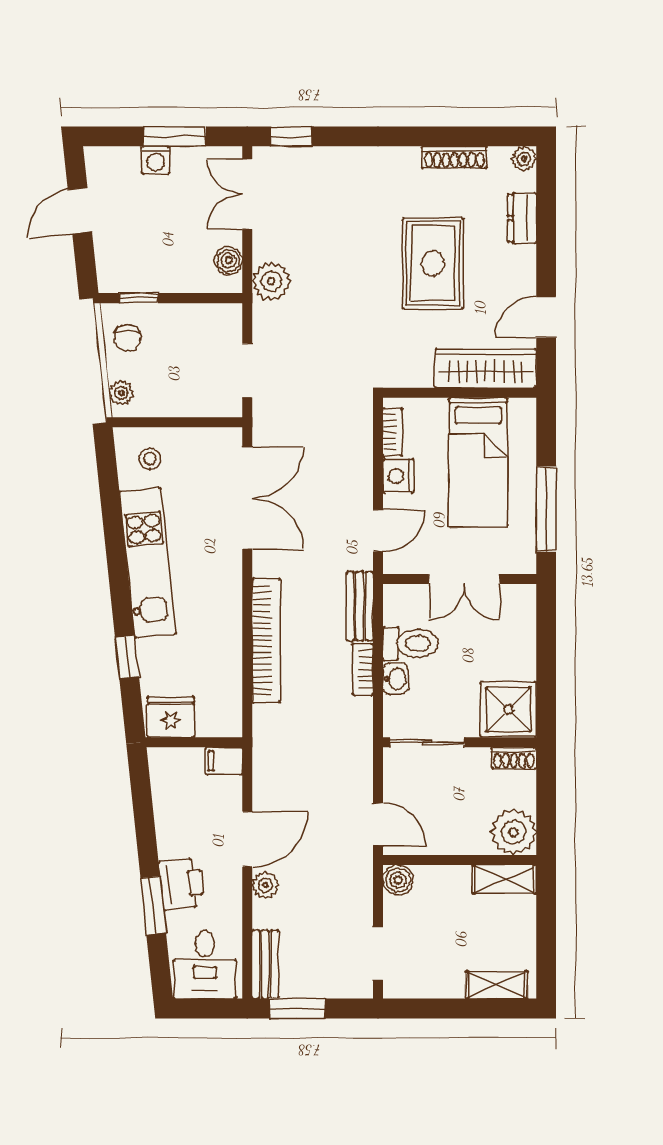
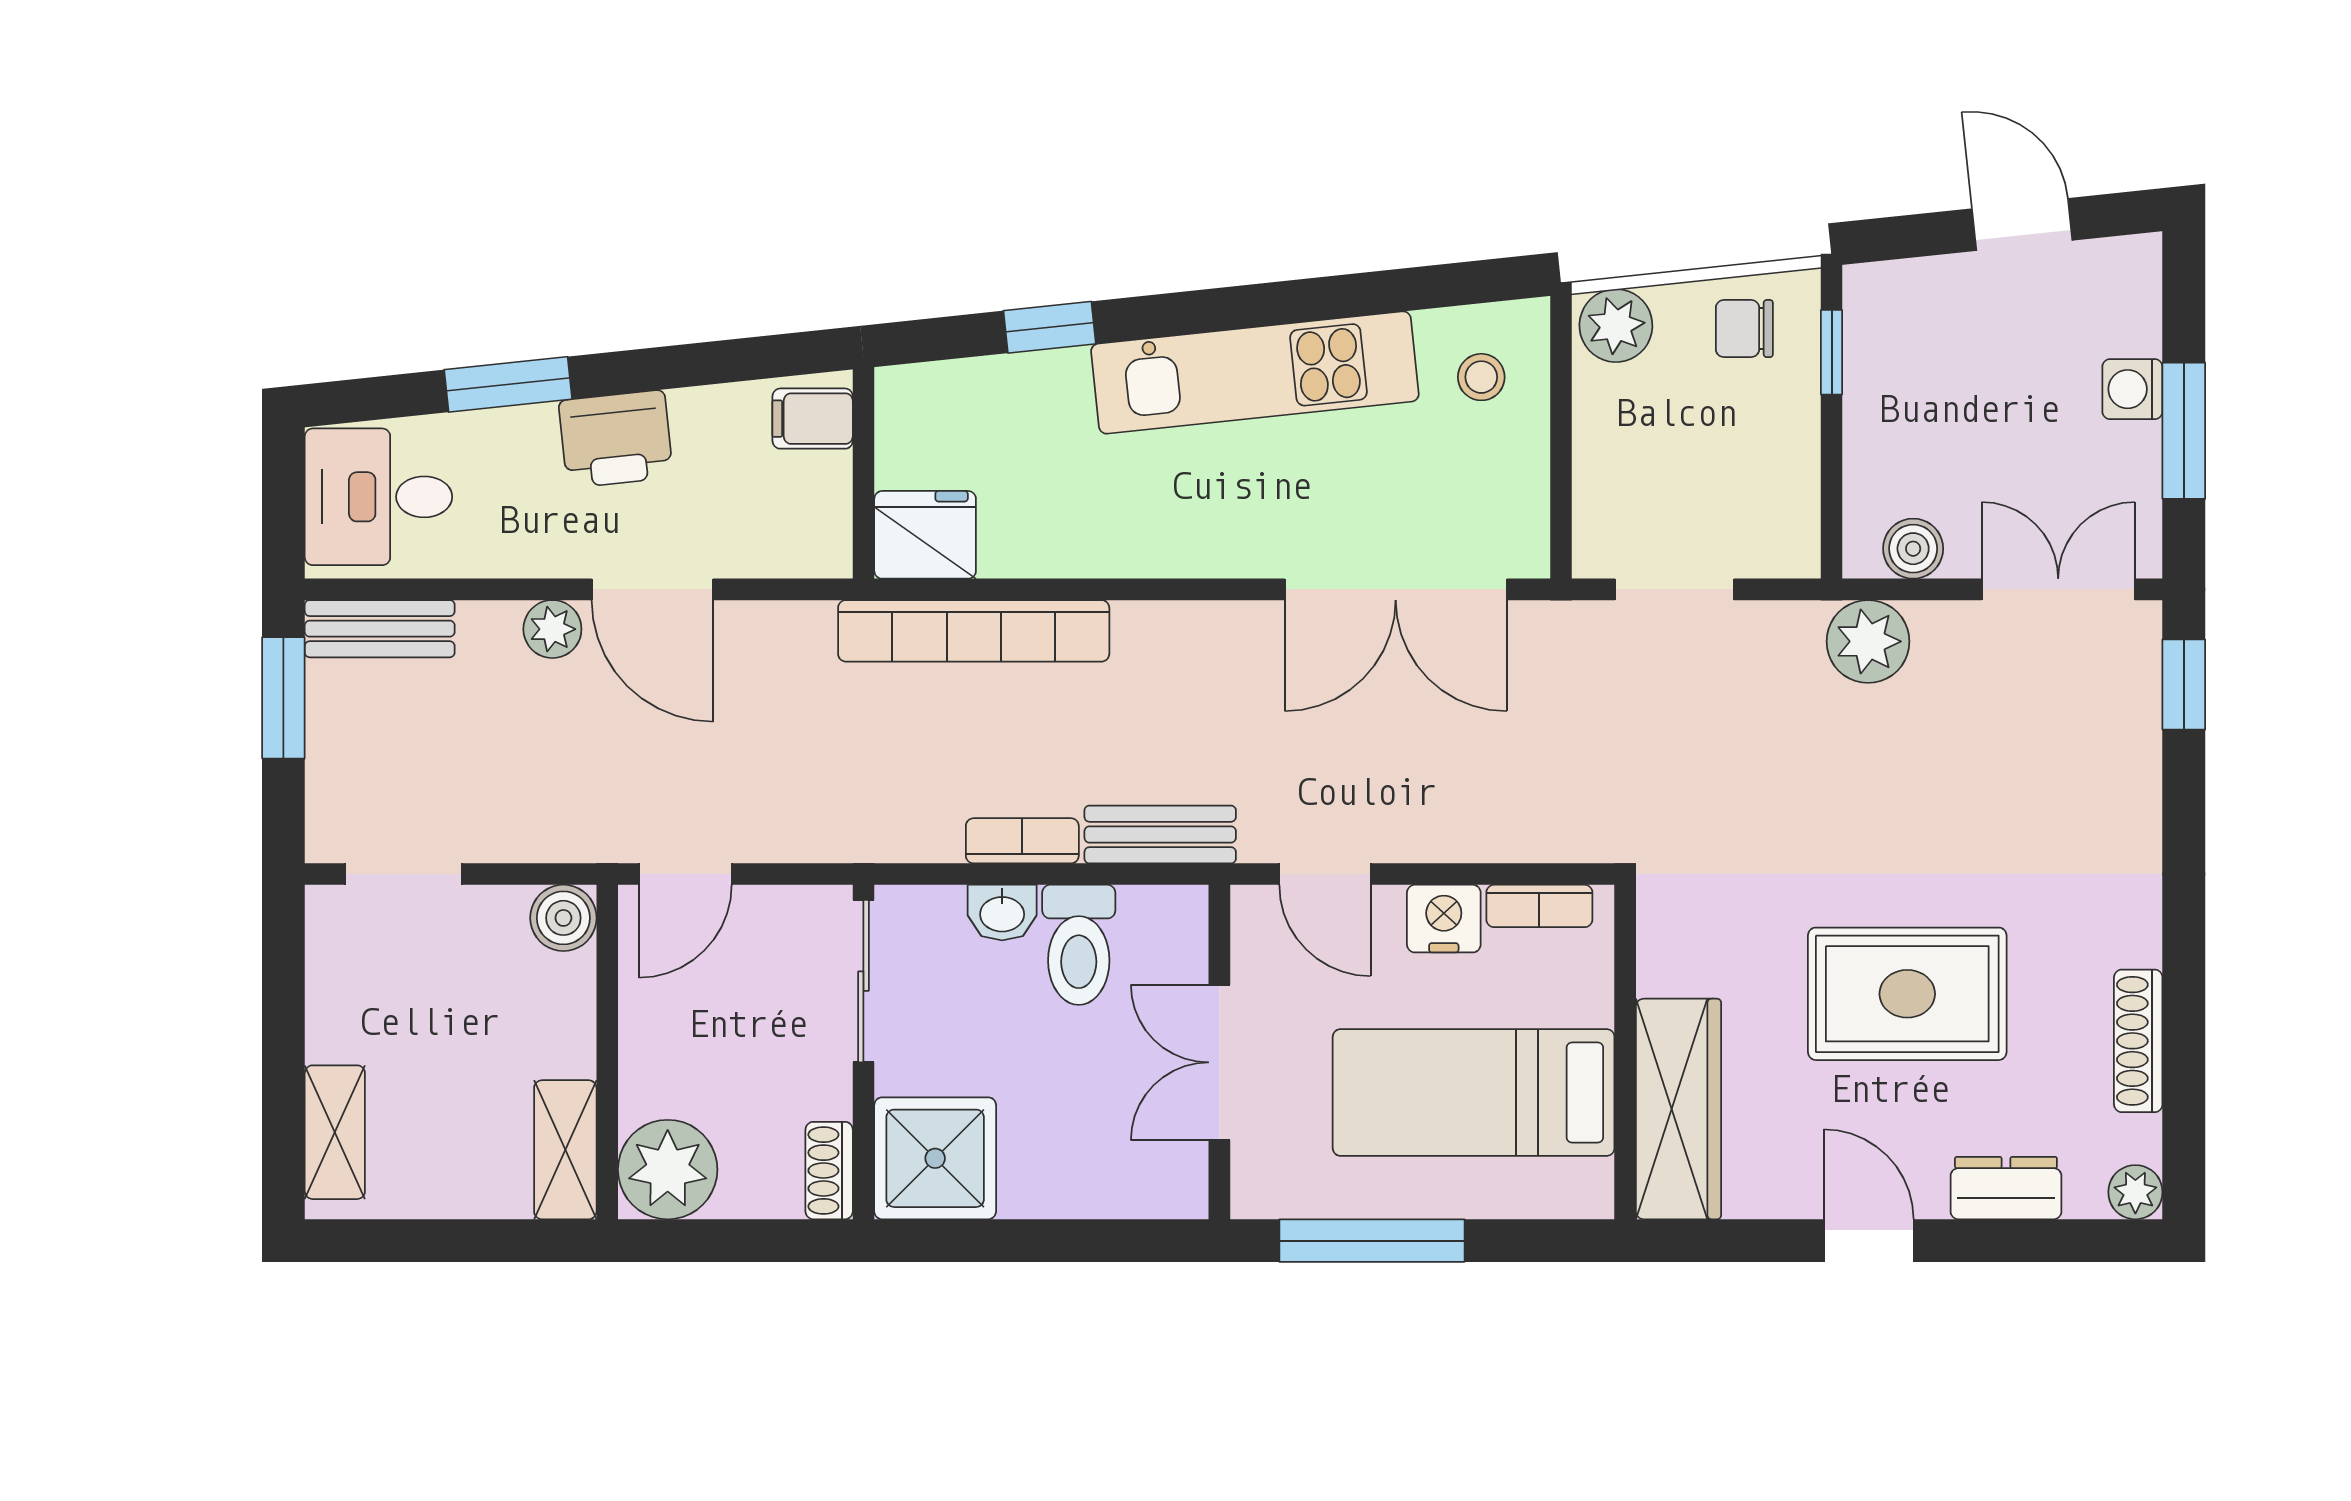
door: (546, 317) -> (1869, 1241), moved
plant: (121, 393) -> (1616, 326), width x1.38, depth x1.38
bookcase: (266, 640) -> (974, 631), moved
fridge: (171, 717) -> (925, 535), moved, turned -90
filing cabinet: (224, 761) -> (813, 419), moved, turned -90
printer: (181, 884) -> (616, 439), moved

